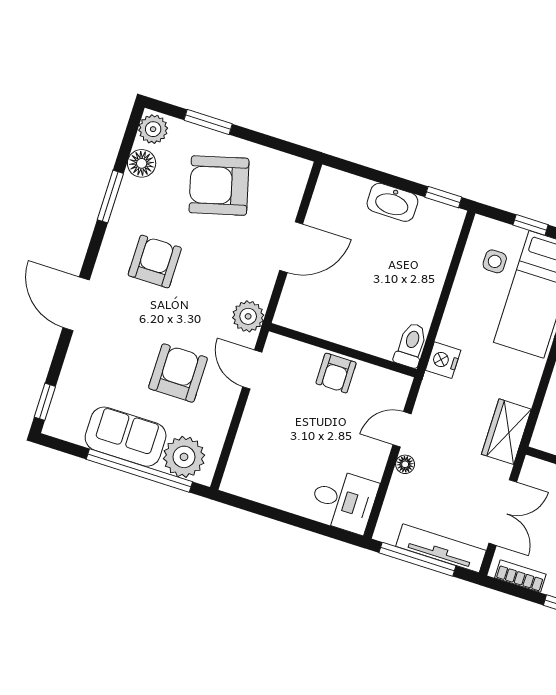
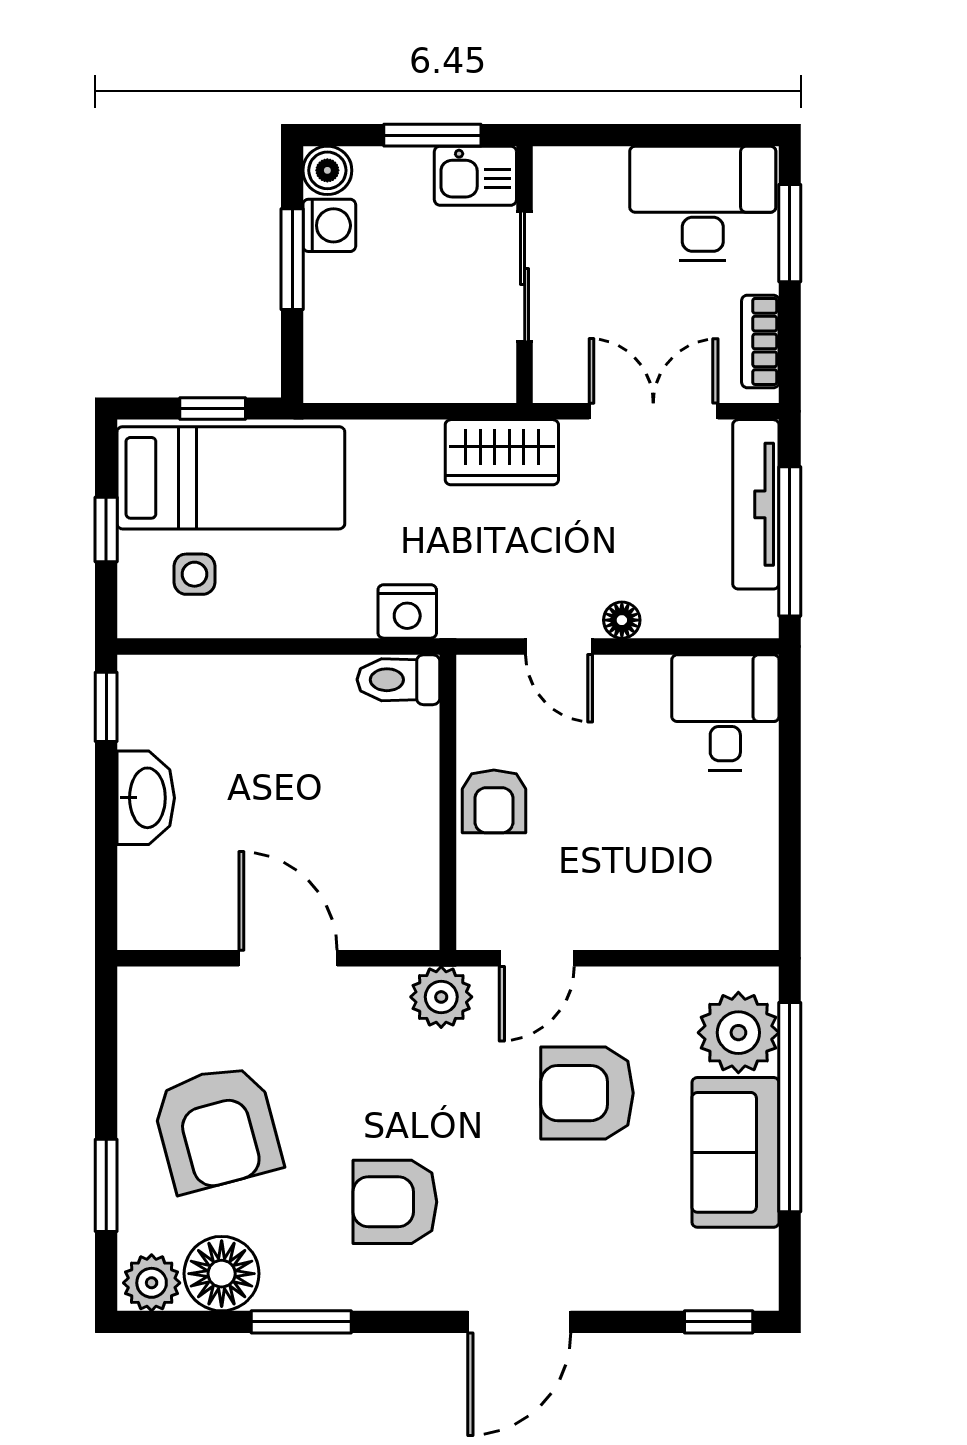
floor lamp: (142, 163) -> (222, 1274), width x1.38, depth x1.38
armchair: (336, 373) -> (494, 801), turned 90

